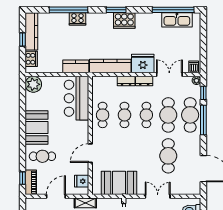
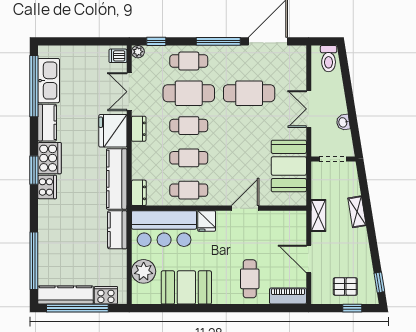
window: (68, 10) -> (34, 261), moved
cooker: (77, 19) -> (47, 187), moved
kitchen counter: (148, 19) -> (47, 123), added
window: (23, 39) -> (77, 308), width x3.17
dresser: (126, 81) -> (139, 193), moved
plant: (33, 84) -> (144, 271), moved
cafe table: (190, 115) -> (189, 61), width x0.73, depth x0.74
window: (203, 120) -> (218, 41), moved
booth: (37, 128) -> (186, 287), moved
door: (90, 153) -> (245, 208), swing flipped
window: (23, 178) -> (282, 308), removed
fridge: (82, 181) -> (207, 221), moved

